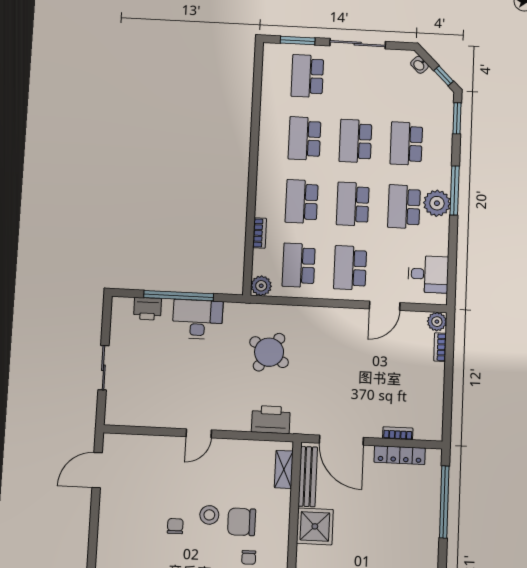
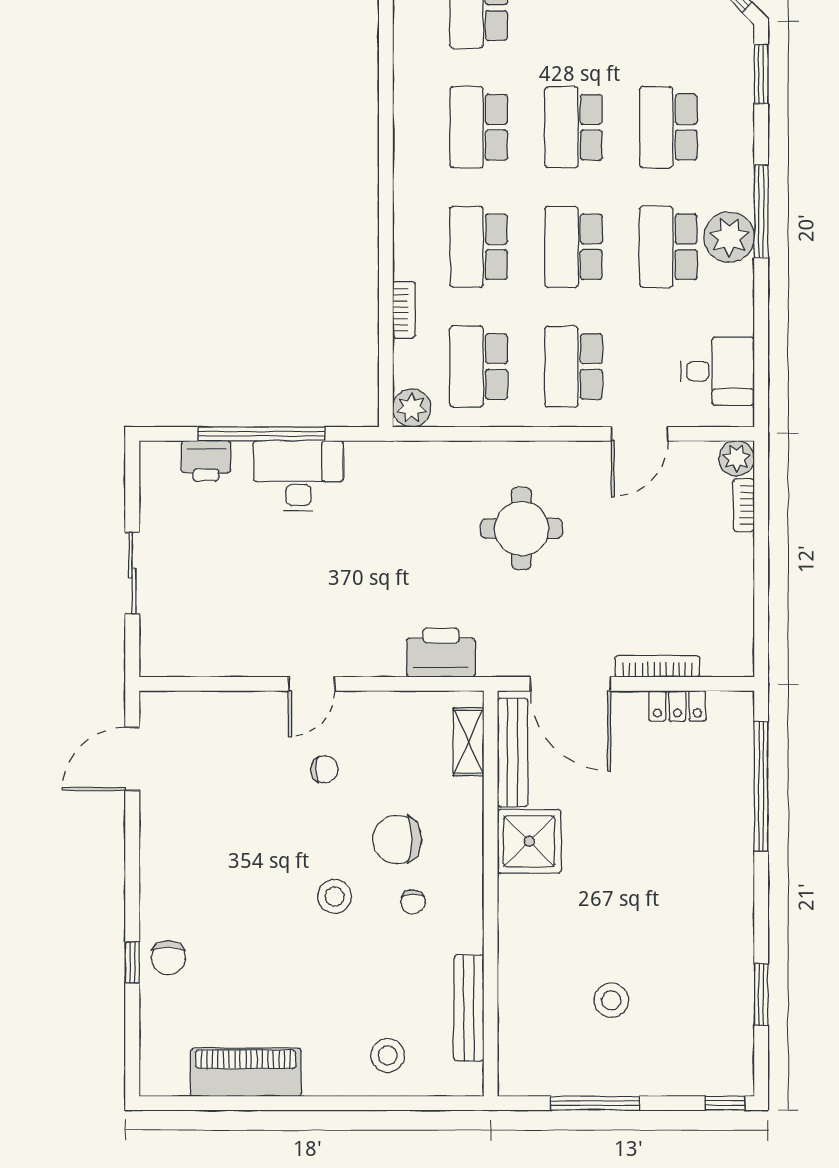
round table: (269, 352) -> (522, 528), moved, turned -34
bookcase: (398, 433) -> (657, 666), width x1.56
locker: (400, 455) -> (677, 706), width x0.66
stool: (209, 515) -> (335, 896), moved
chair: (175, 526) -> (324, 769), moved, turned 90

